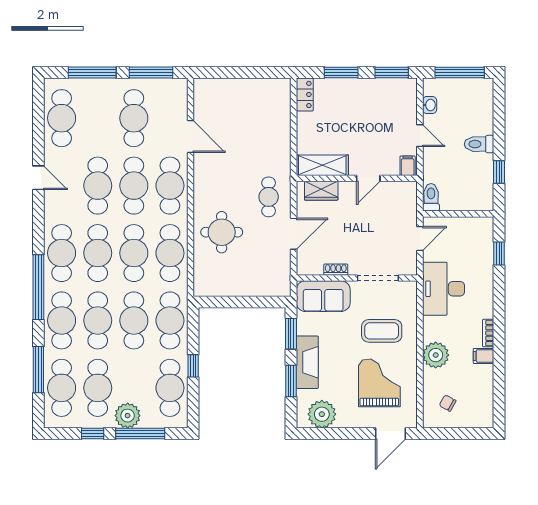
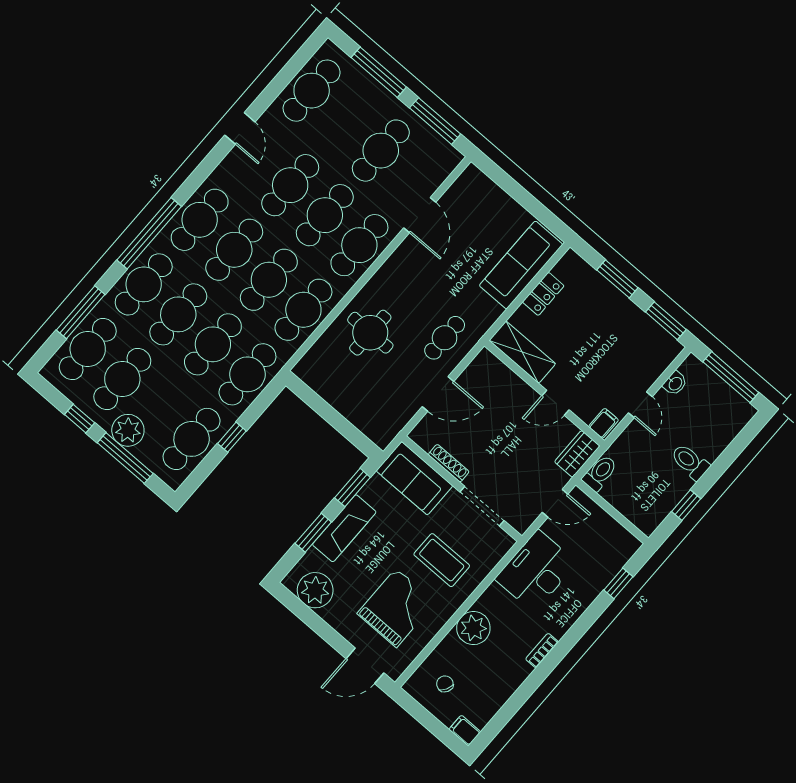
locker: (305, 94) -> (543, 294), moved
sofa: (277, 114) -> (521, 265), added
wardrobe: (321, 191) -> (577, 454), moved, turned 90
shoe rack: (336, 270) -> (449, 463), width x1.43
filing cabinet: (484, 356) -> (465, 731), moved

